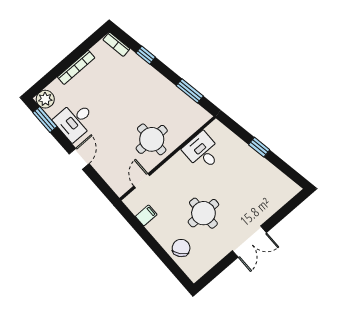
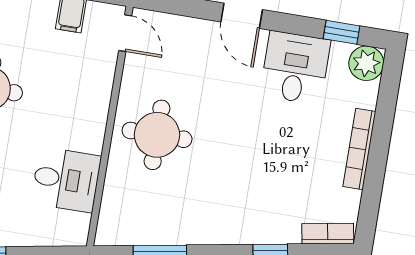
window: (45, 120) -> (342, 32), width x0.67
door: (142, 181) -> (125, 33), moved

